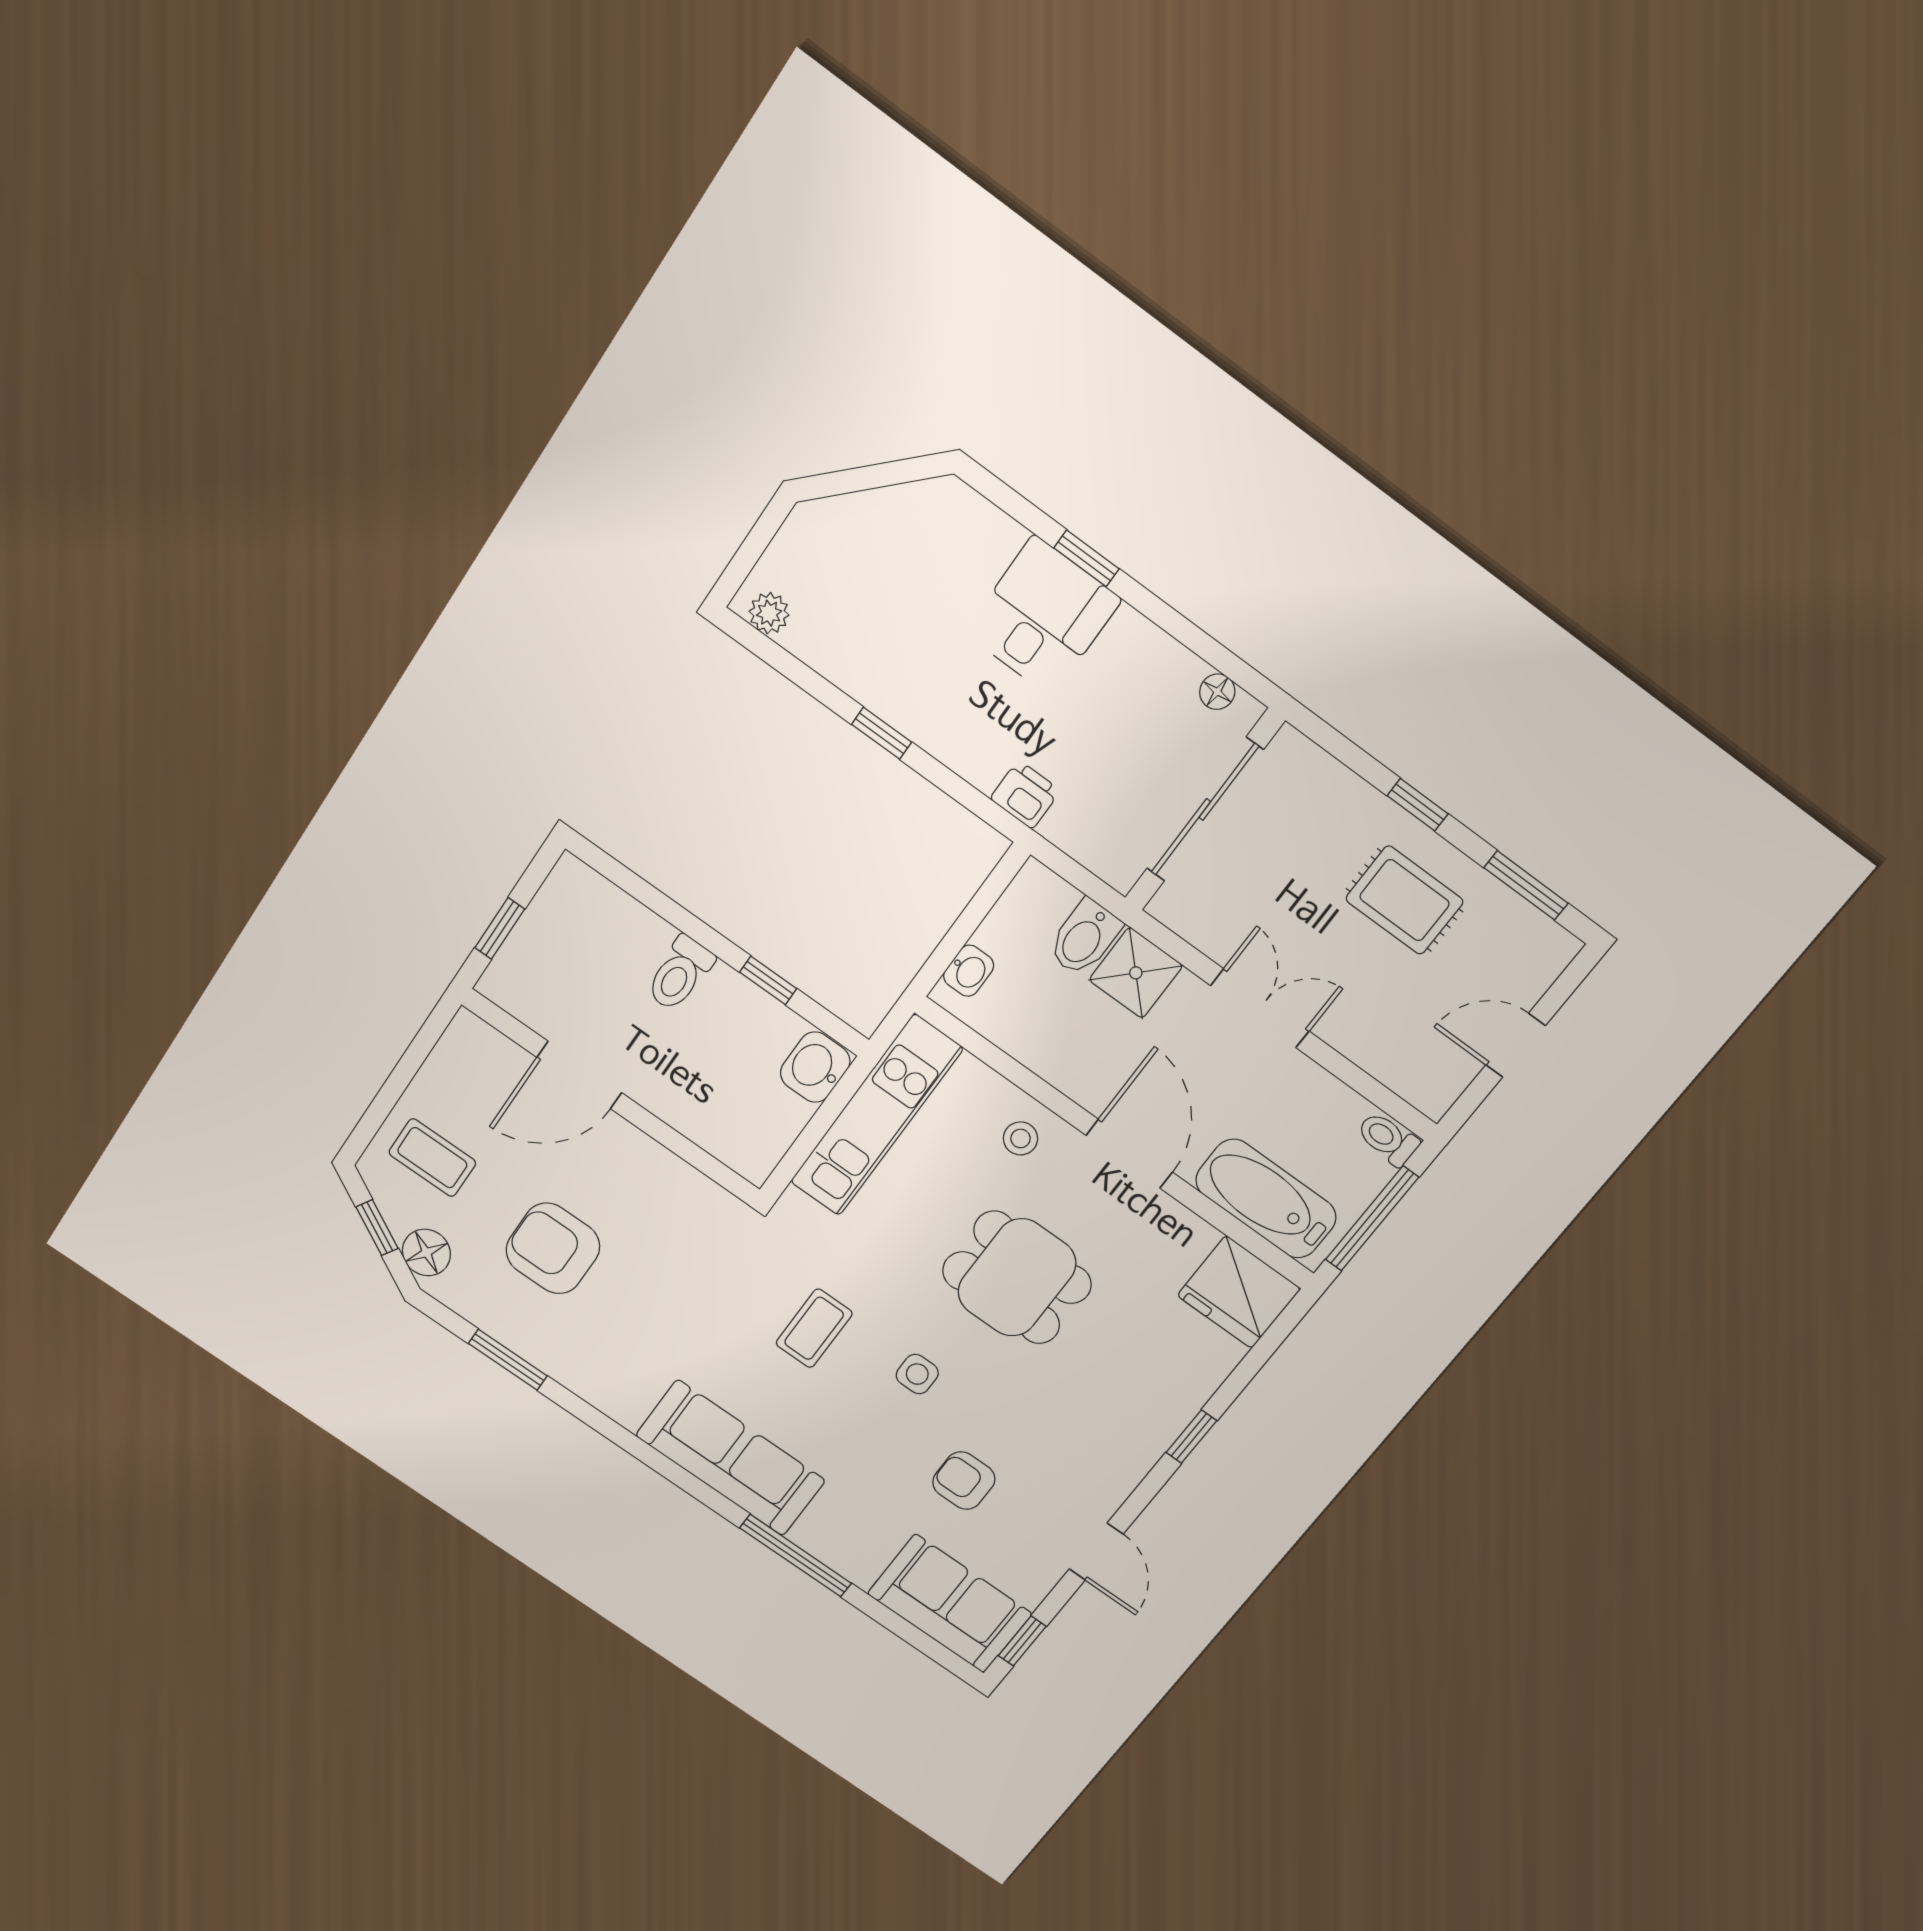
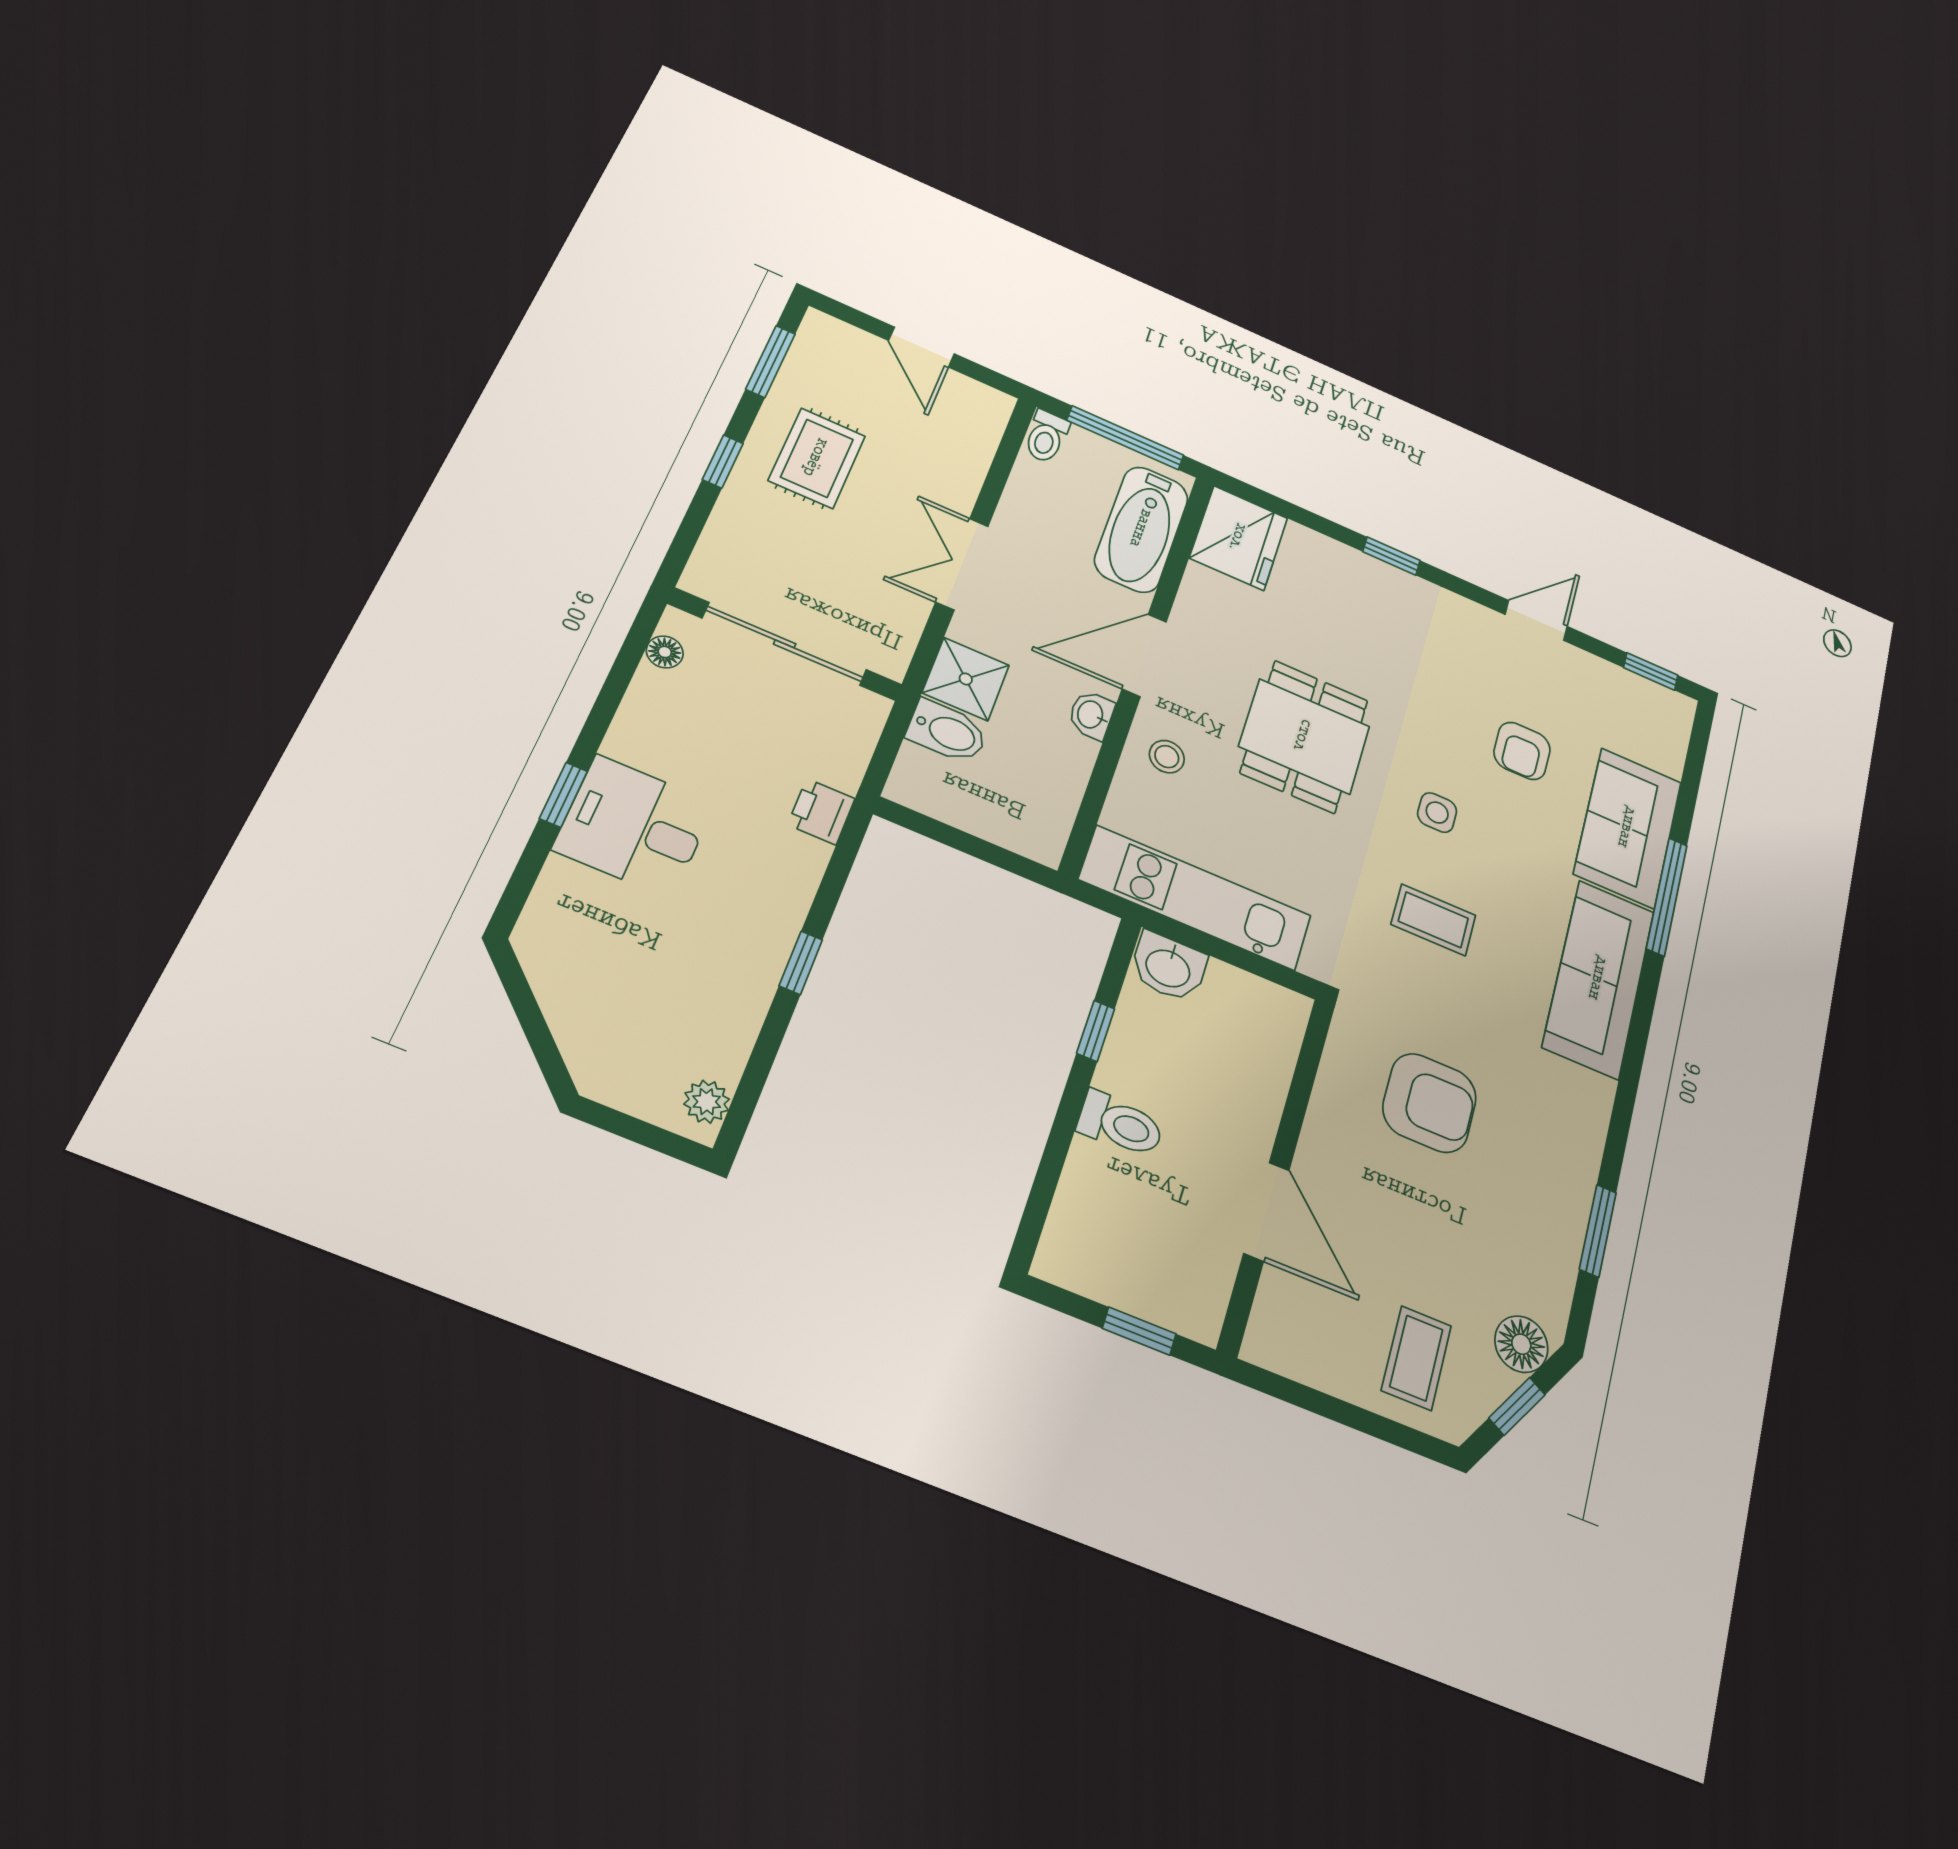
washbasin: (969, 971) -> (1091, 715), moved, turned -90
armchair: (553, 1248) -> (1430, 1103), moved, turned -90
sofa: (950, 1604) -> (1628, 828), moved

